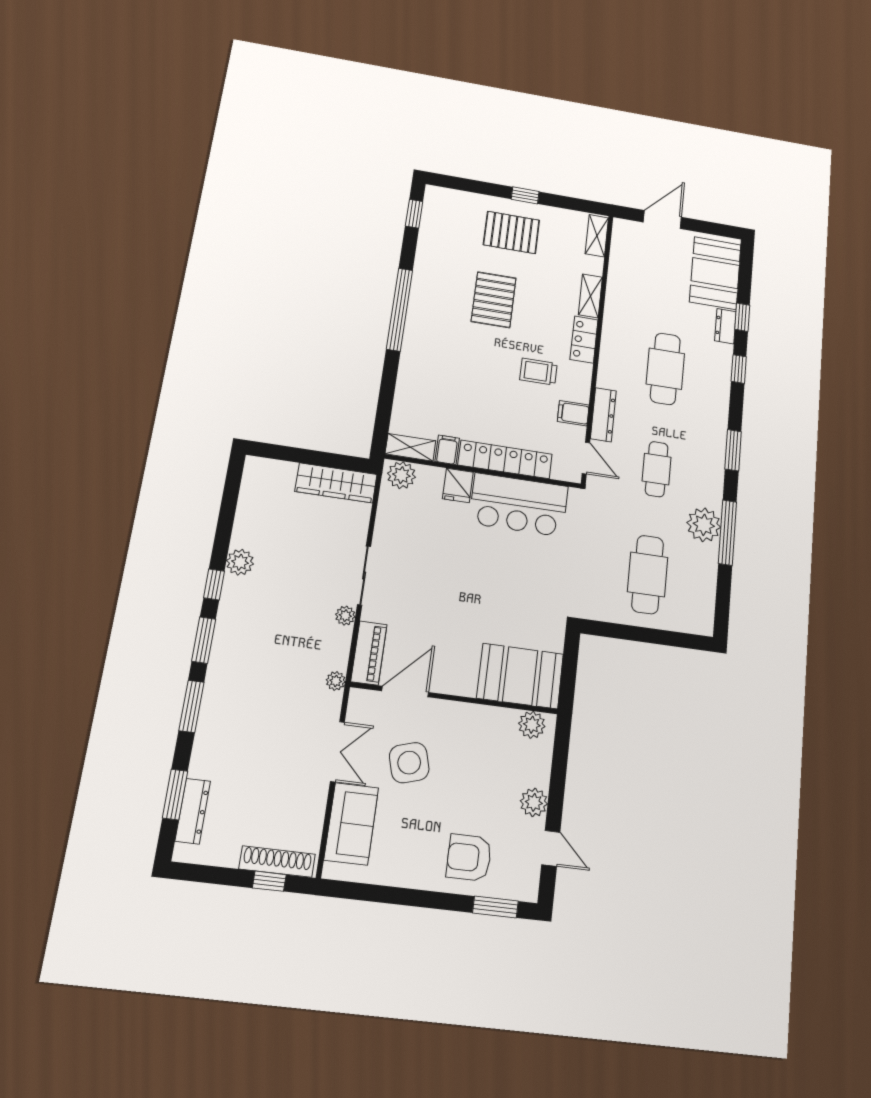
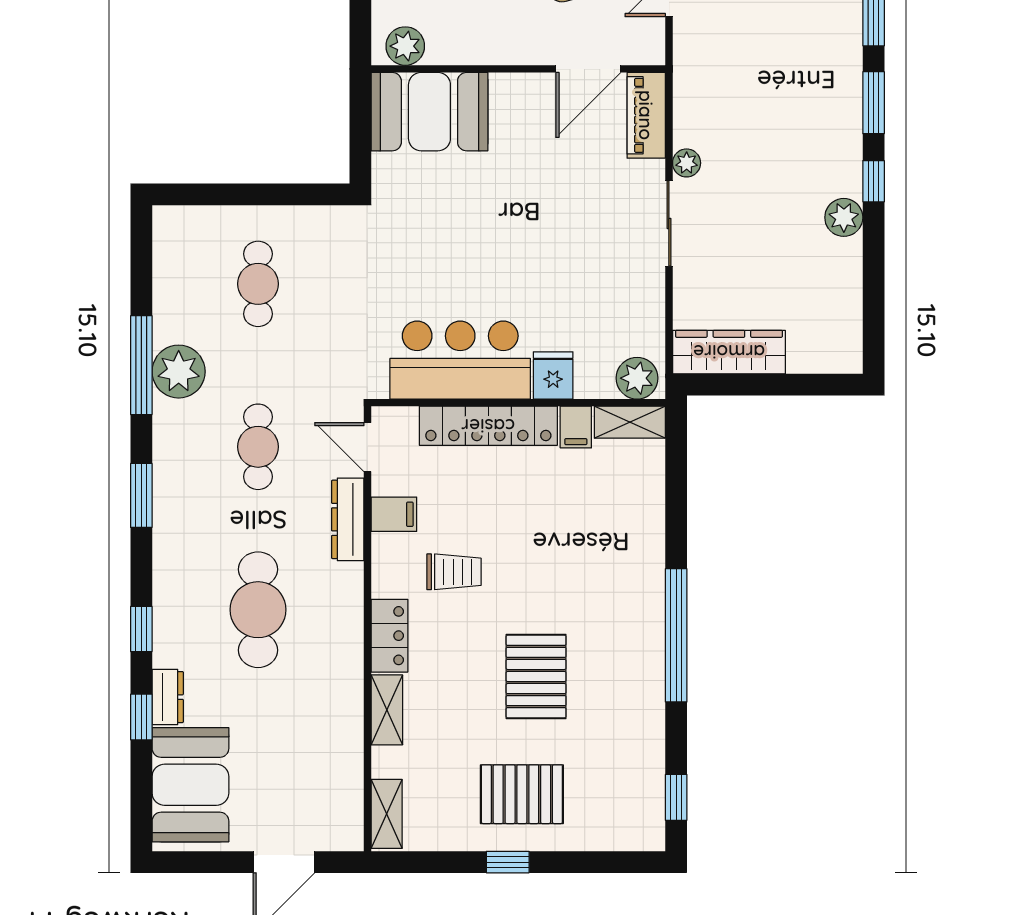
cafe table: (648, 574) -> (258, 284), width x0.73, depth x0.74
plant: (336, 681) -> (686, 71), removed

